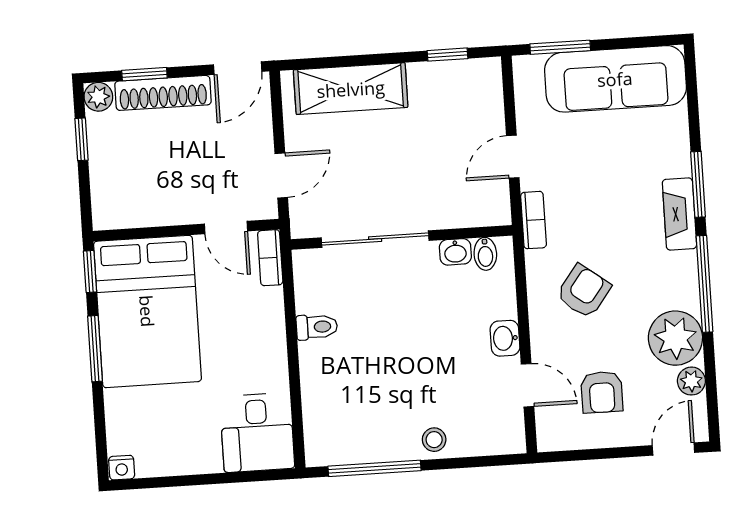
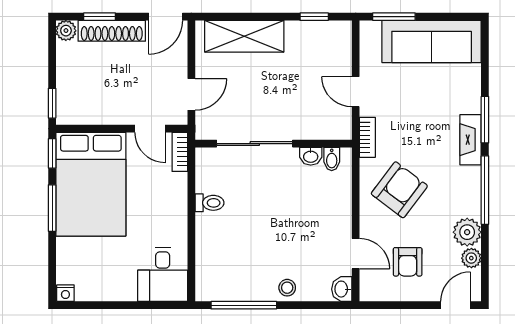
window: (81, 139) -> (52, 103), moved
door: (513, 157) -> (356, 92), hinge flipped
armchair: (584, 291) -> (399, 190), width x1.38, depth x1.38
washbasin: (505, 338) -> (342, 289), moved
plant: (675, 338) -> (467, 232), width x0.73, depth x0.73

